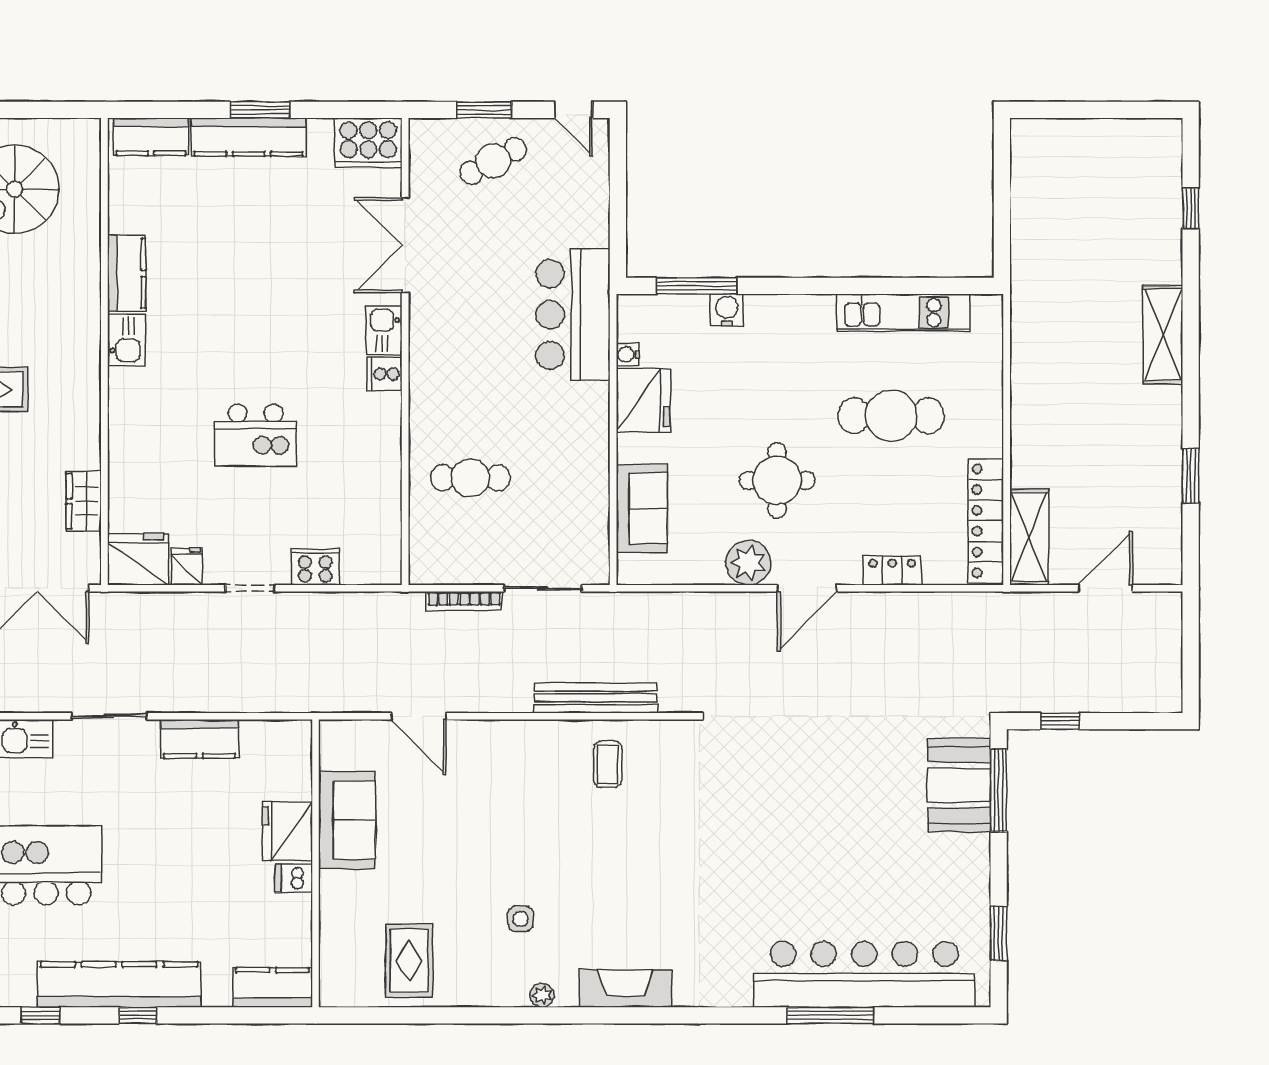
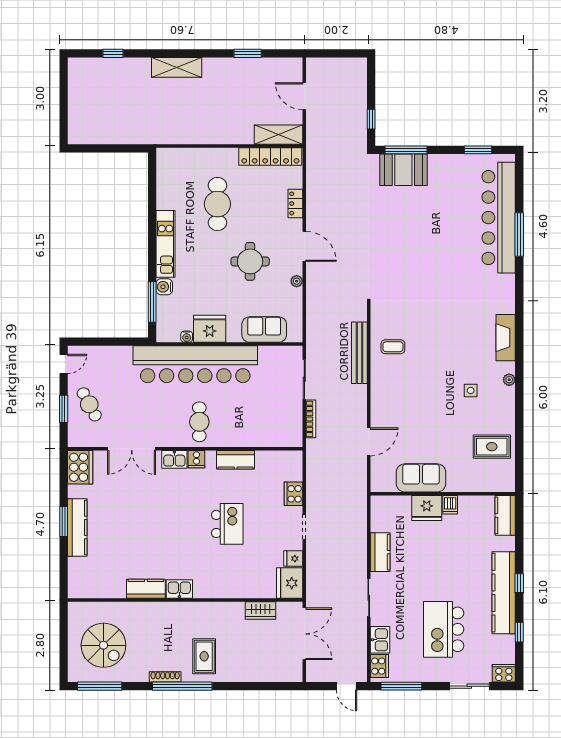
kitchen counter: (151, 137) -> (236, 460), moved, turned 90
kitchen unit: (903, 313) -> (166, 244), moved
bar counter: (573, 315) -> (195, 364), width x1.86
cafe table: (470, 478) -> (199, 422), moved
plant: (748, 563) -> (297, 281), width x0.53, depth x0.53

